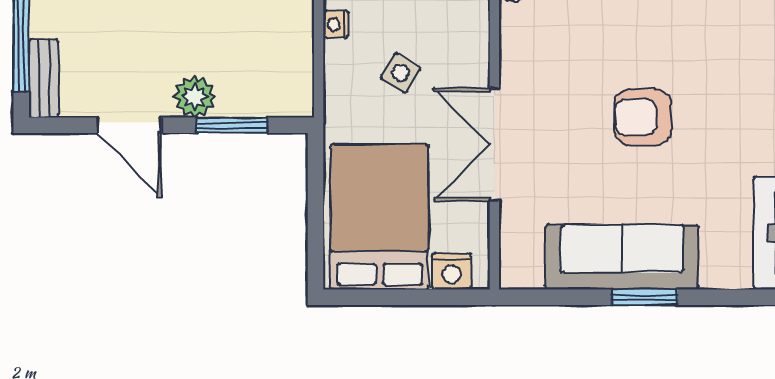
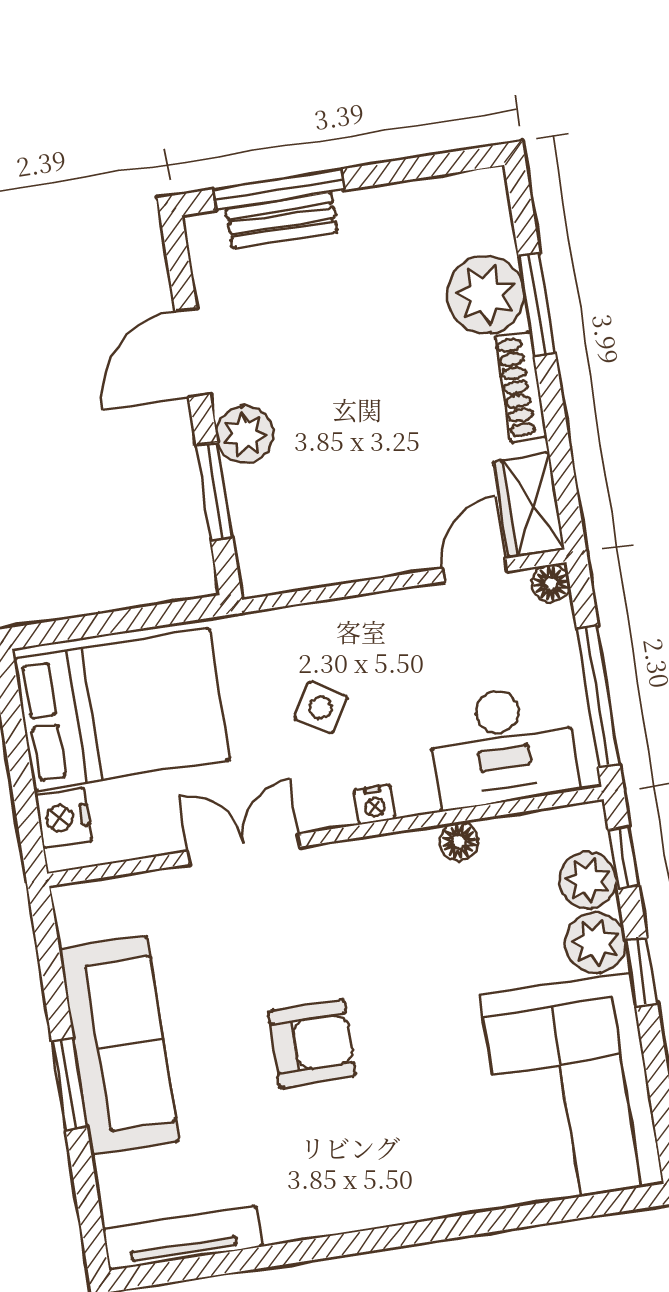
nightstand: (336, 24) -> (374, 805), moved, turned 180
bench: (44, 78) -> (282, 220), moved
armchair: (643, 117) -> (312, 1044), turned 90
double door: (494, 144) -> (244, 849), width x0.73

